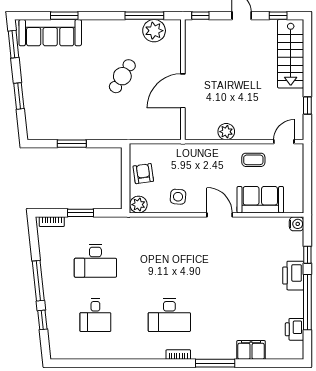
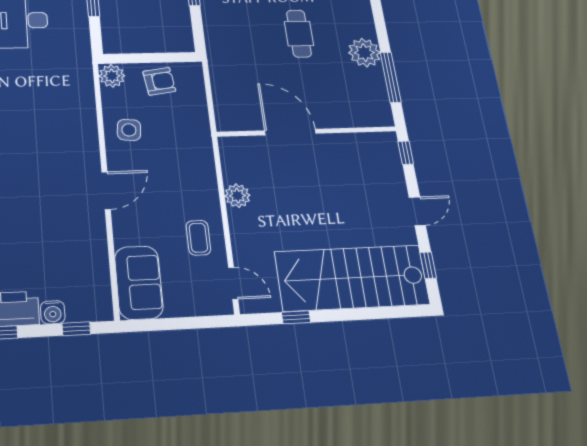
plant: (154, 31) -> (364, 53), moved
stairs: (291, 54) -> (352, 278), width x1.36, depth x1.51
cafe table: (122, 76) -> (299, 34), moved, turned 58
sofa: (260, 200) -> (139, 282), moved
water cooler: (297, 224) -> (53, 312), moved
window: (307, 255) -> (76, 329), moved

